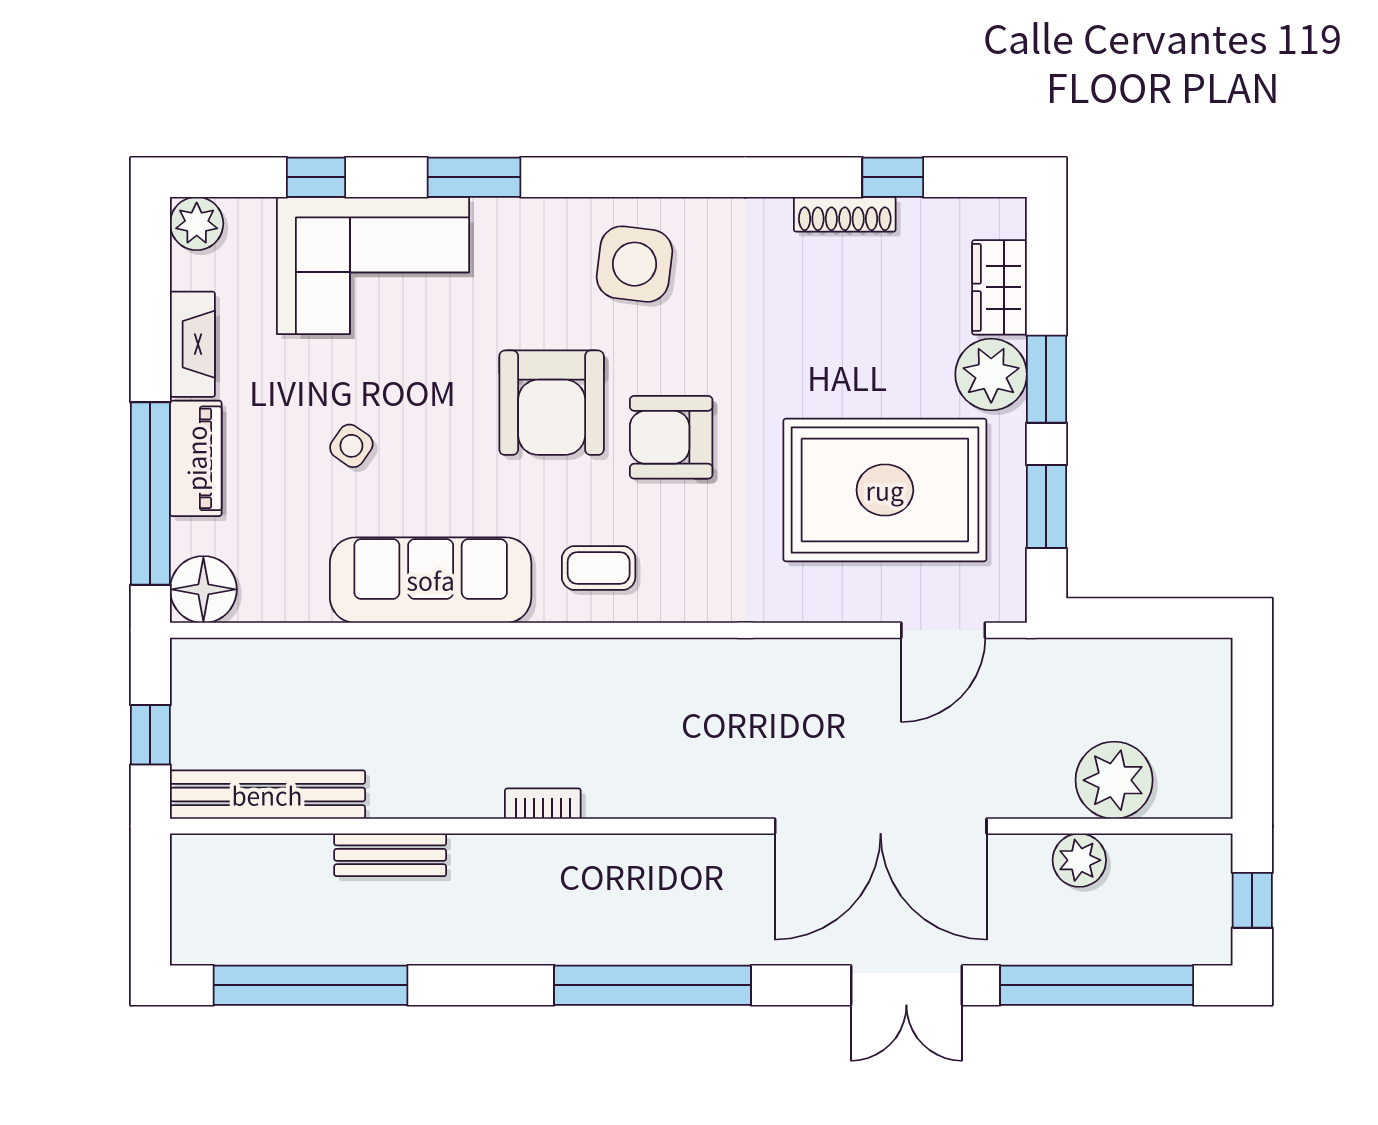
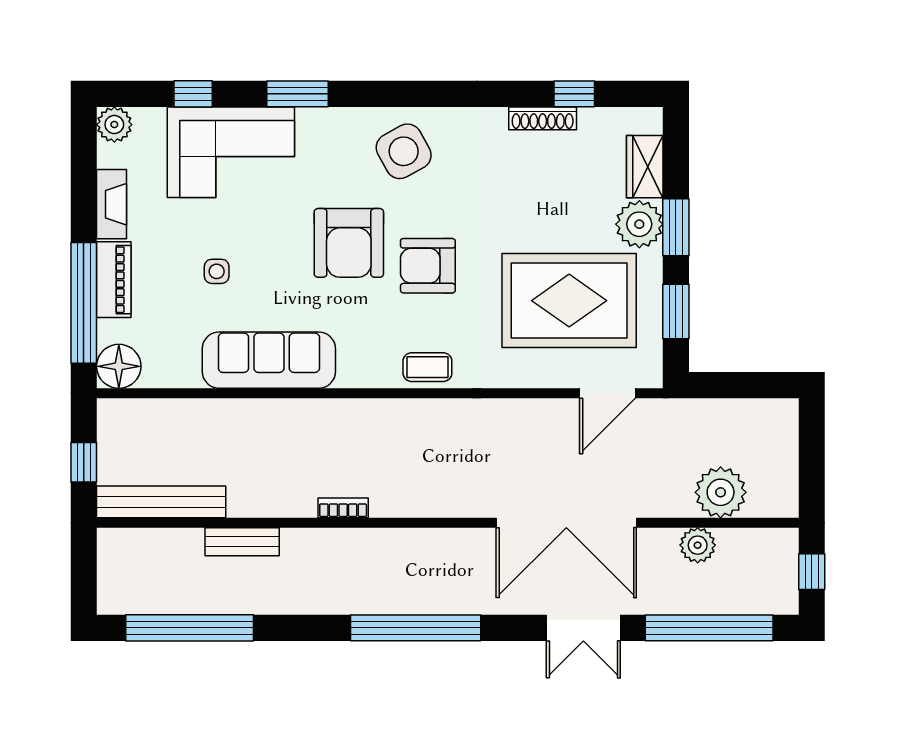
side table: (634, 264) -> (404, 151), turned -36
side table: (351, 446) -> (217, 271), turned -35
coffee table: (599, 568) -> (427, 367), moved

